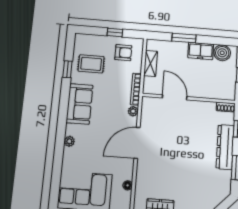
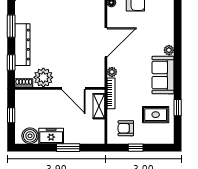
shelving: (151, 63) -> (99, 106), moved
plant: (205, 111) -> (43, 77), added
plant: (69, 141) -> (169, 50), moved

